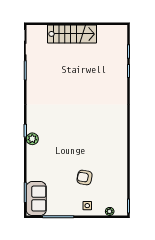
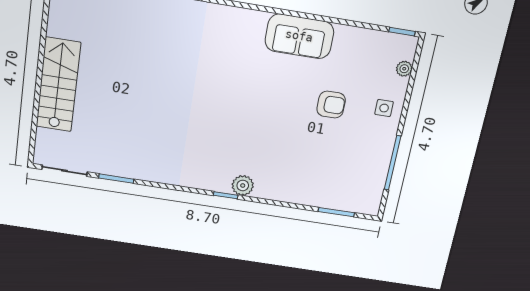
armchair: (85, 177) -> (331, 105), turned -101
sofa: (36, 199) -> (299, 36), moved, turned 180

